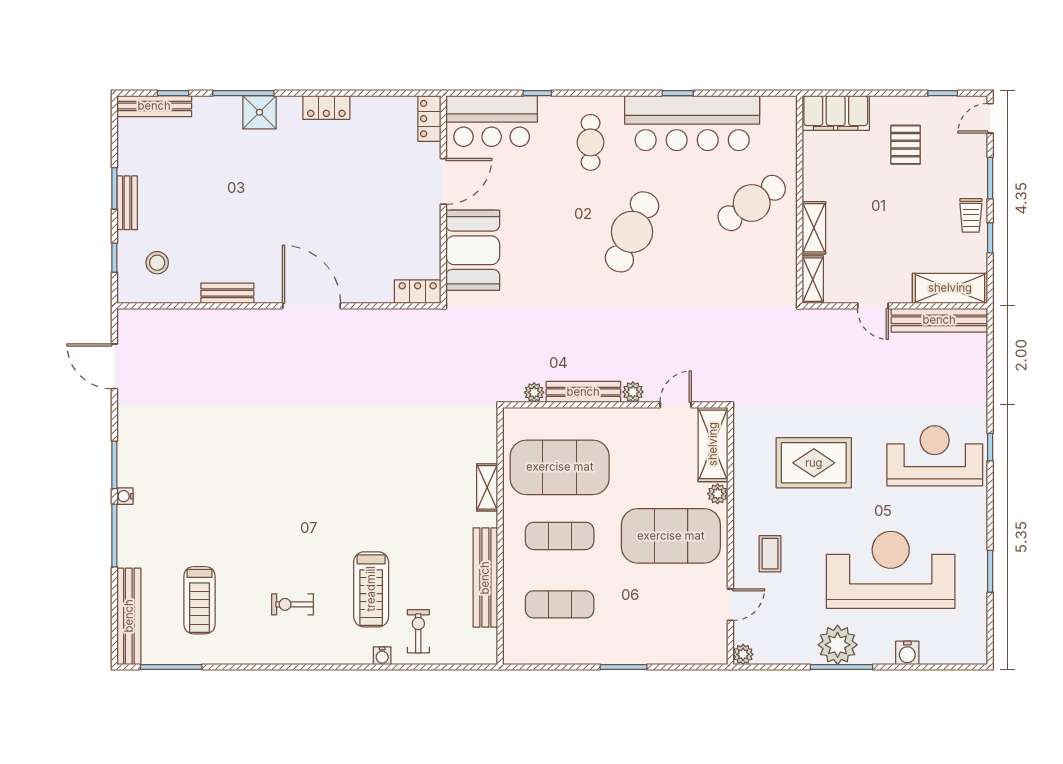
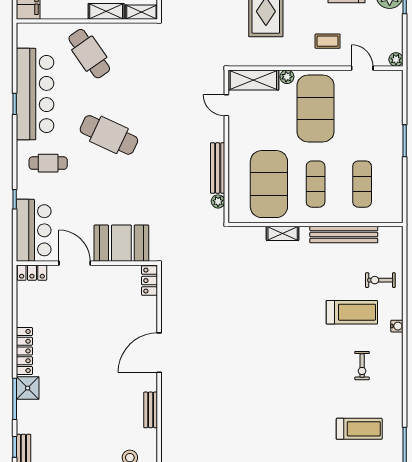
locker: (326, 107) -> (24, 351), width x1.53
plant: (633, 392) -> (218, 134), removed
water cooler: (382, 656) -> (397, 326), moved

